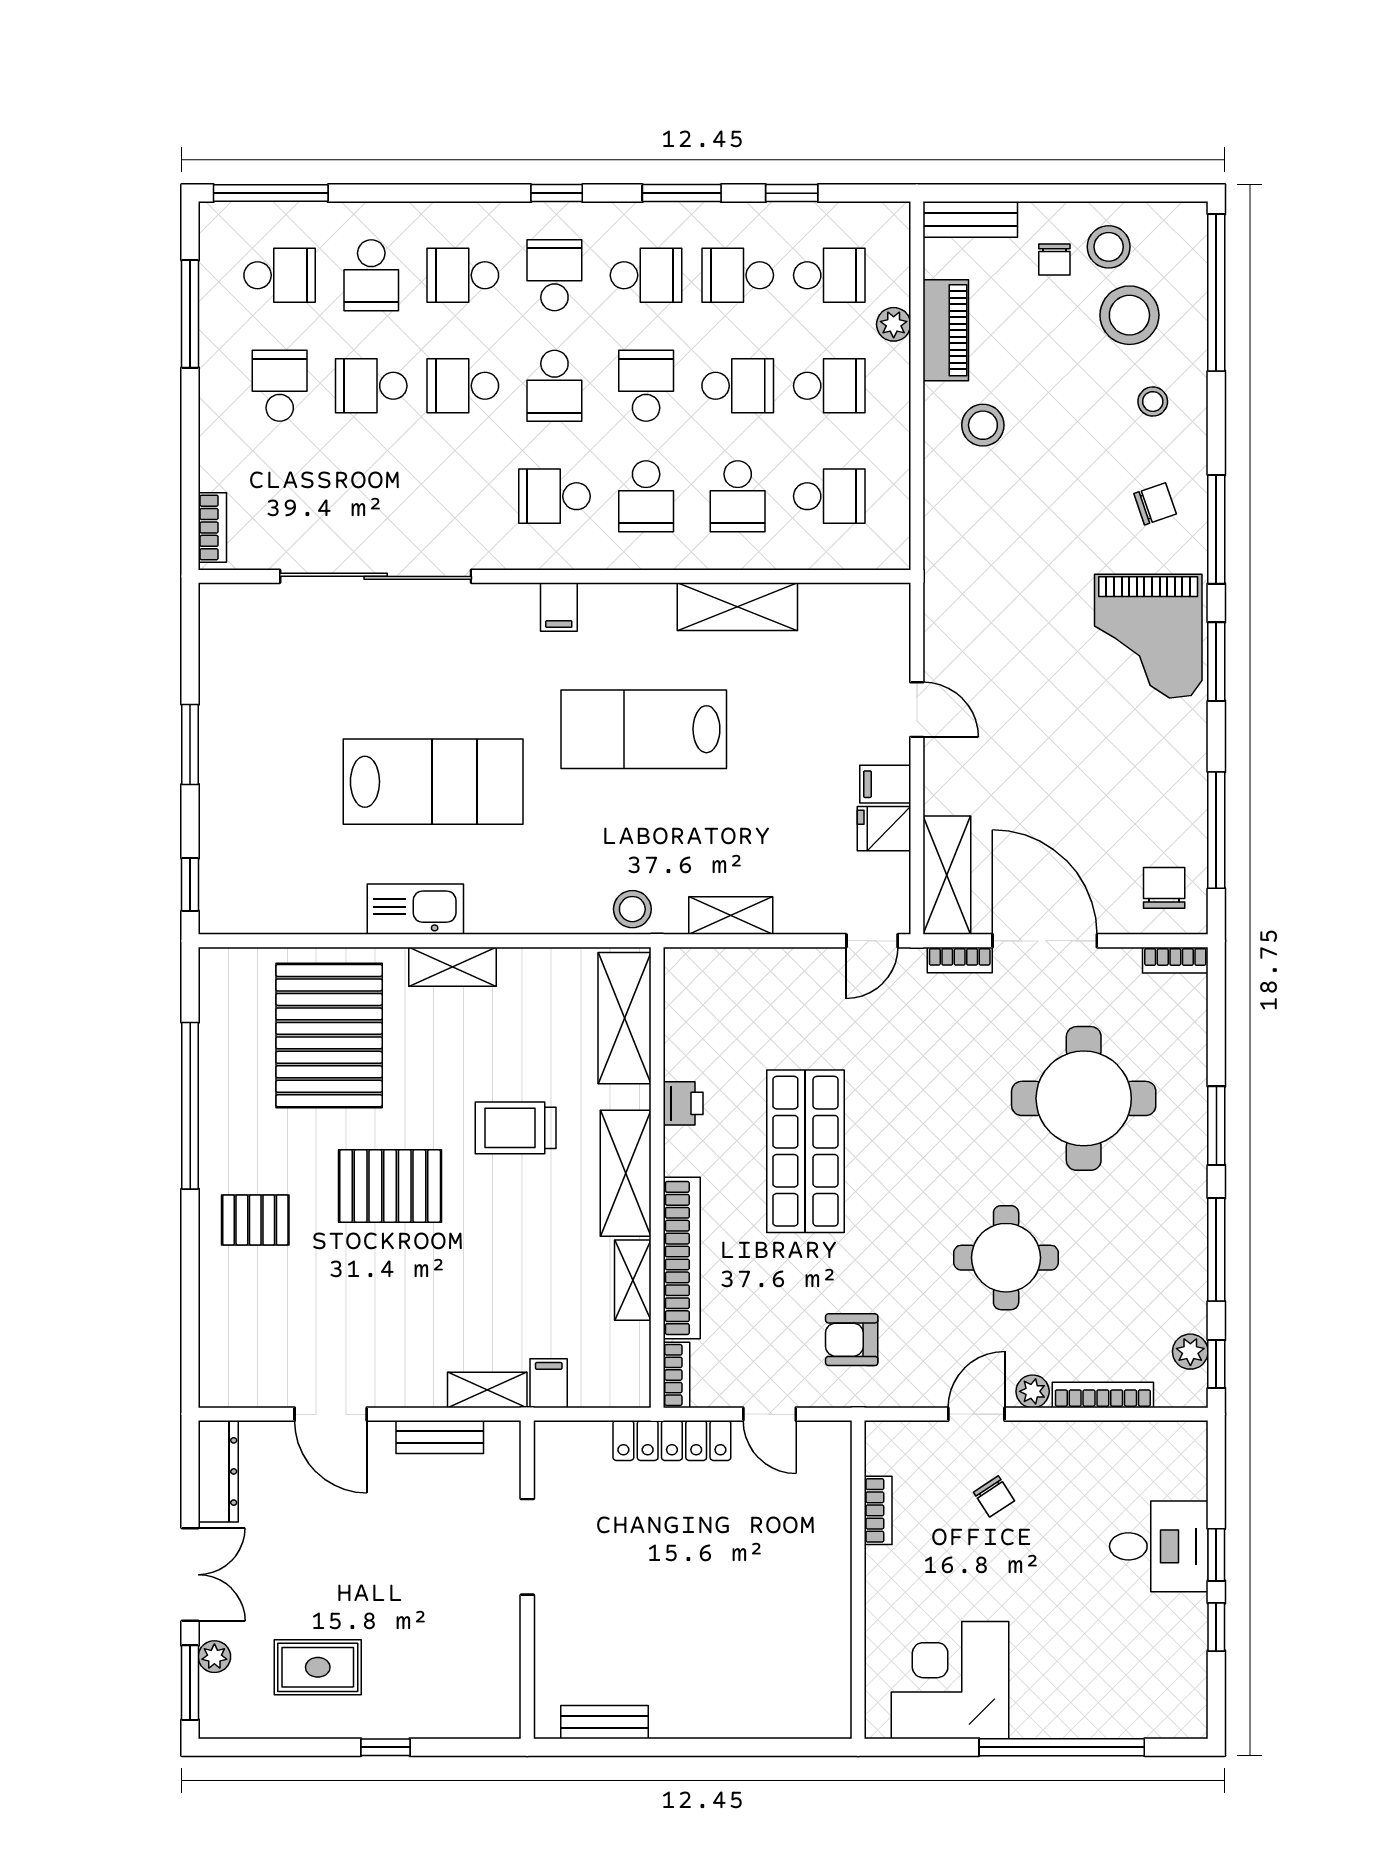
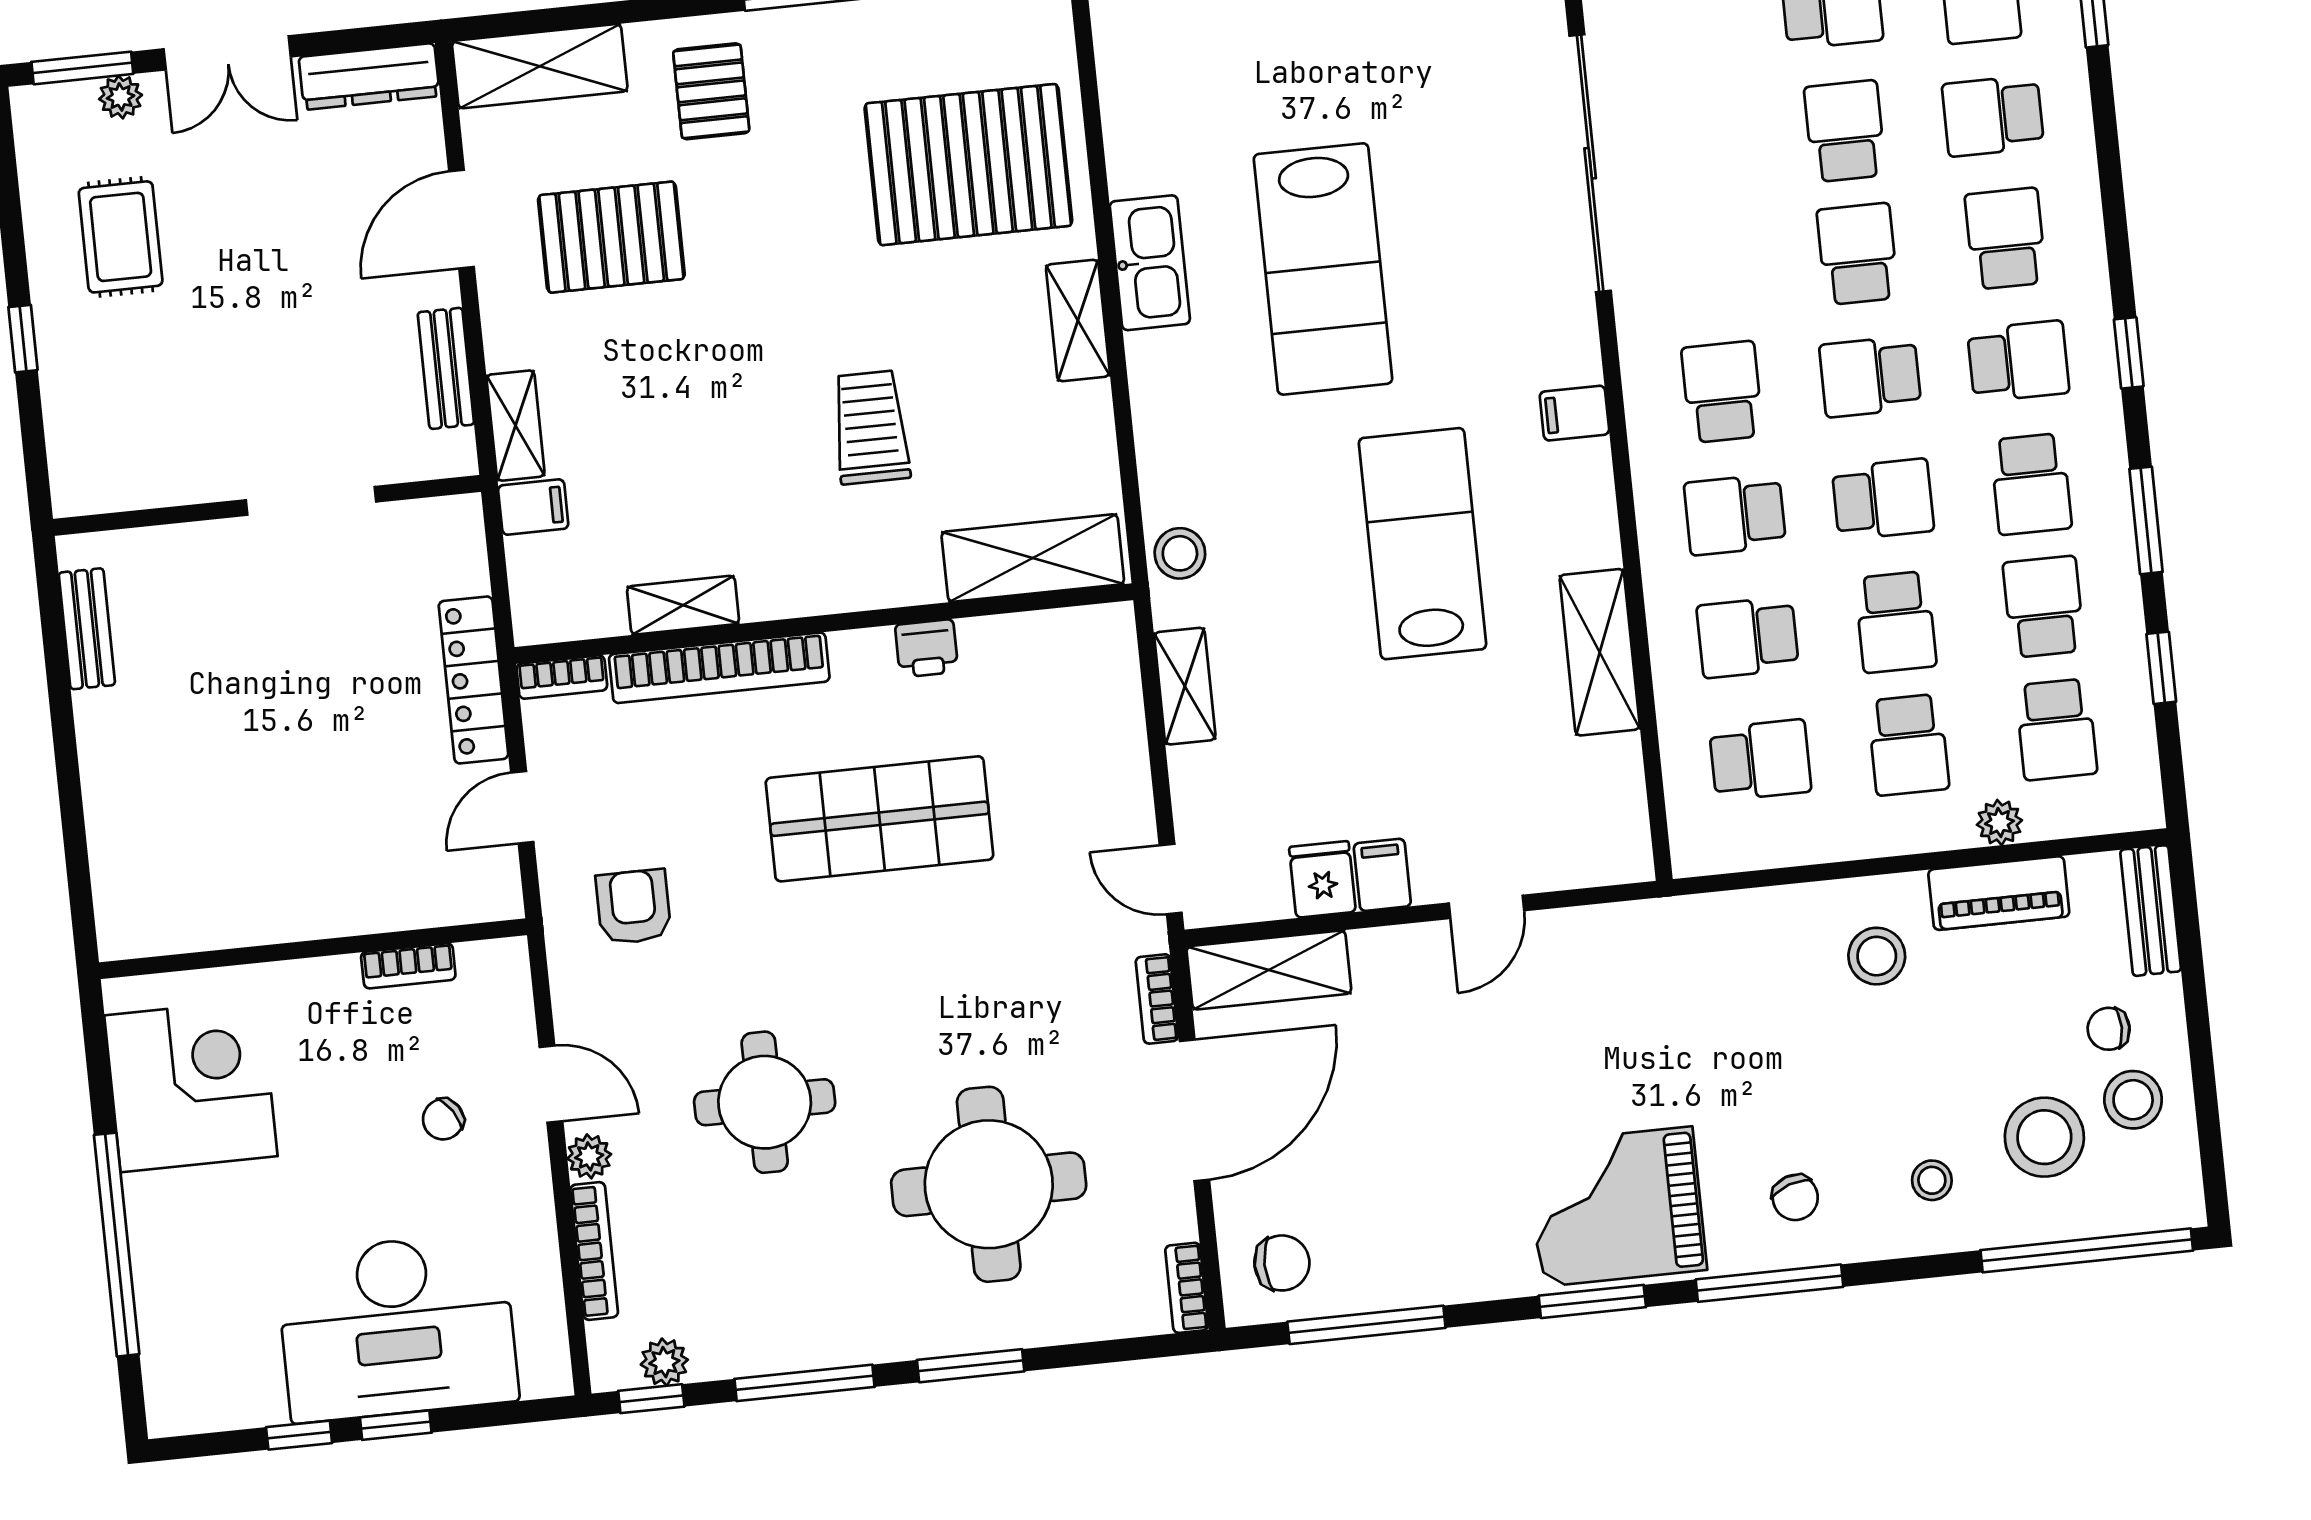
school desk: (829, 496) -> (1760, 760), turned -90
shelving: (626, 1173) -> (540, 66), moved
pallet: (390, 1186) -> (611, 237), moved, turned 90
desk: (1159, 1546) -> (397, 1327), width x1.87, depth x1.30

